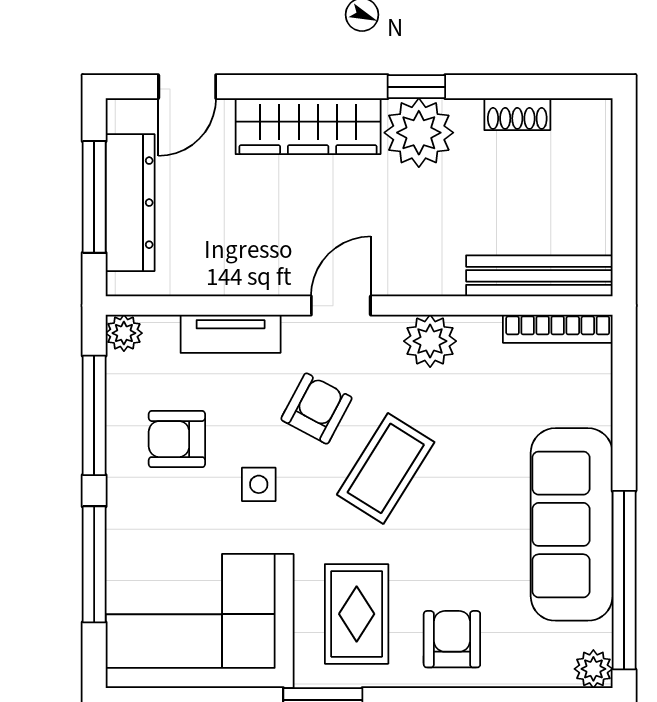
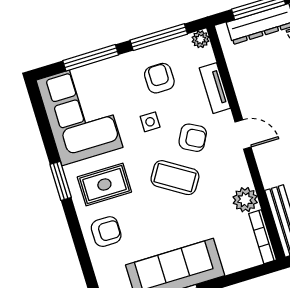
plant: (430, 341) -> (245, 200), moved

